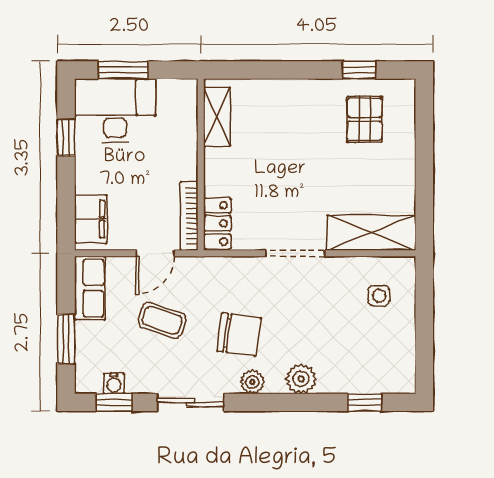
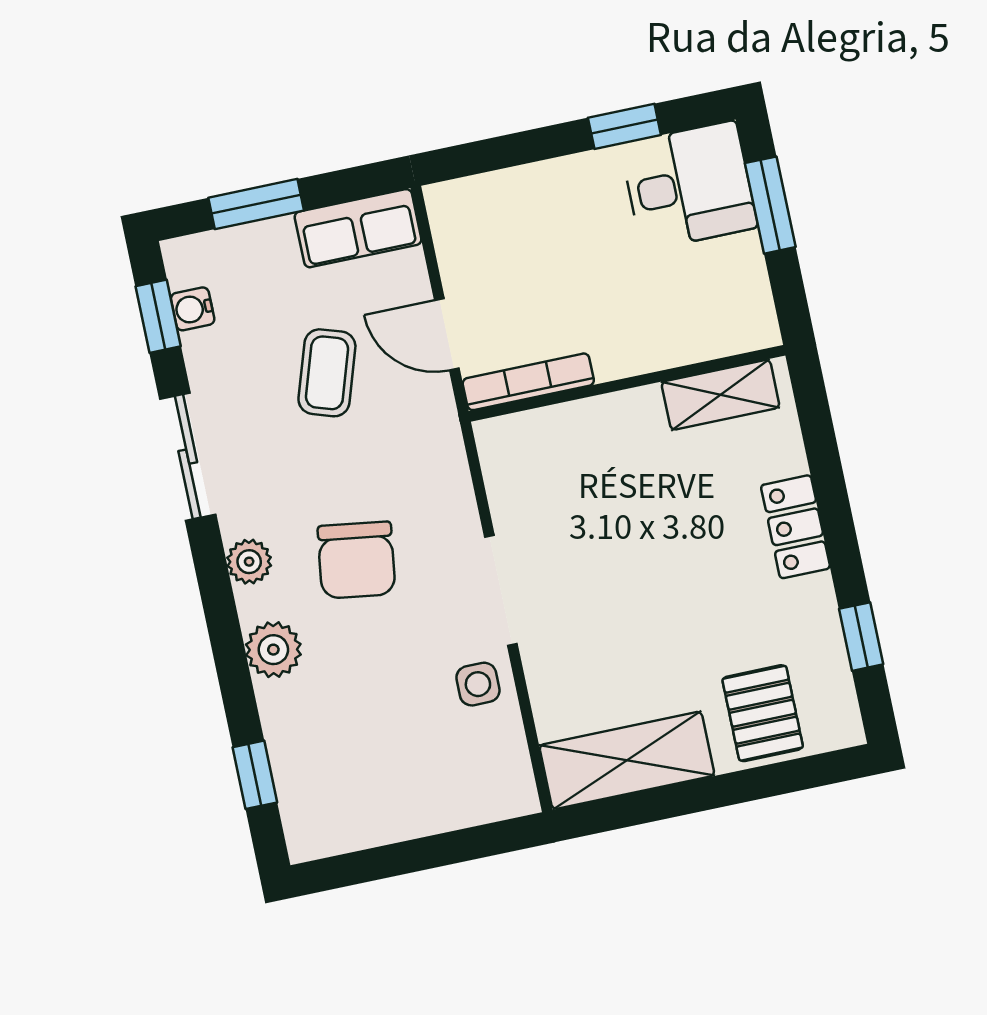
desk: (115, 110) -> (689, 186), width x0.73
pallet: (364, 119) -> (763, 713), moved, turned 90
filing cabinet: (91, 219) -> (485, 203), removed
locker: (217, 223) -> (795, 527), moved, turned 90
shelving: (371, 233) -> (627, 760), moved, turned 90
side table: (379, 296) -> (478, 684), moved
chair: (239, 334) -> (356, 560), moved

